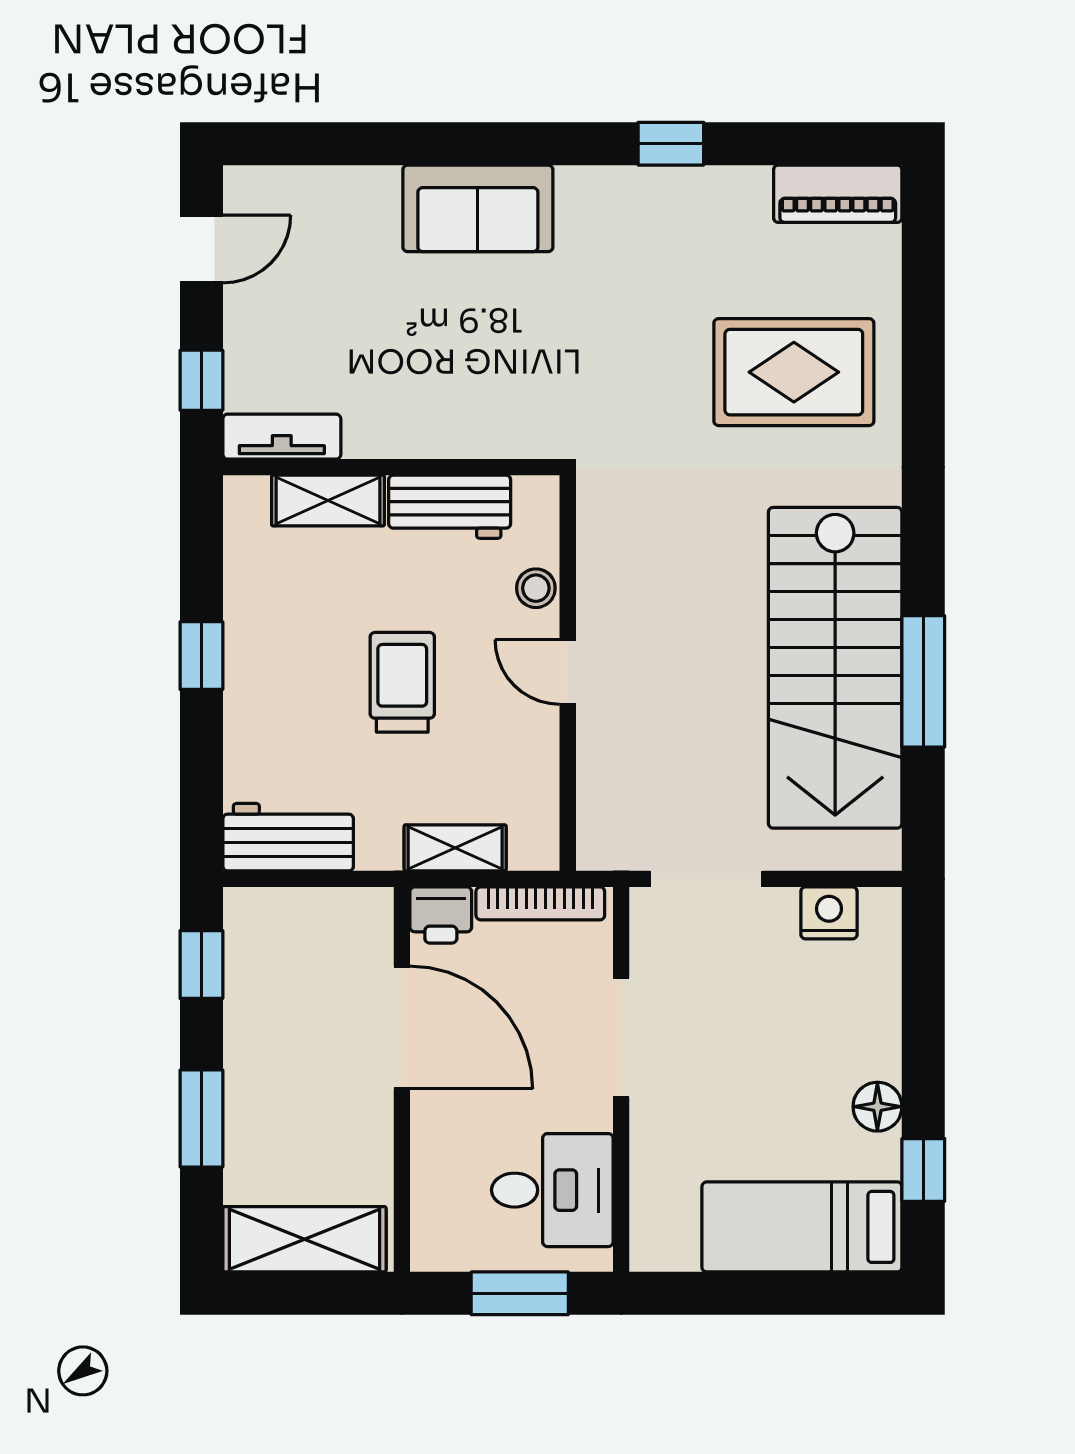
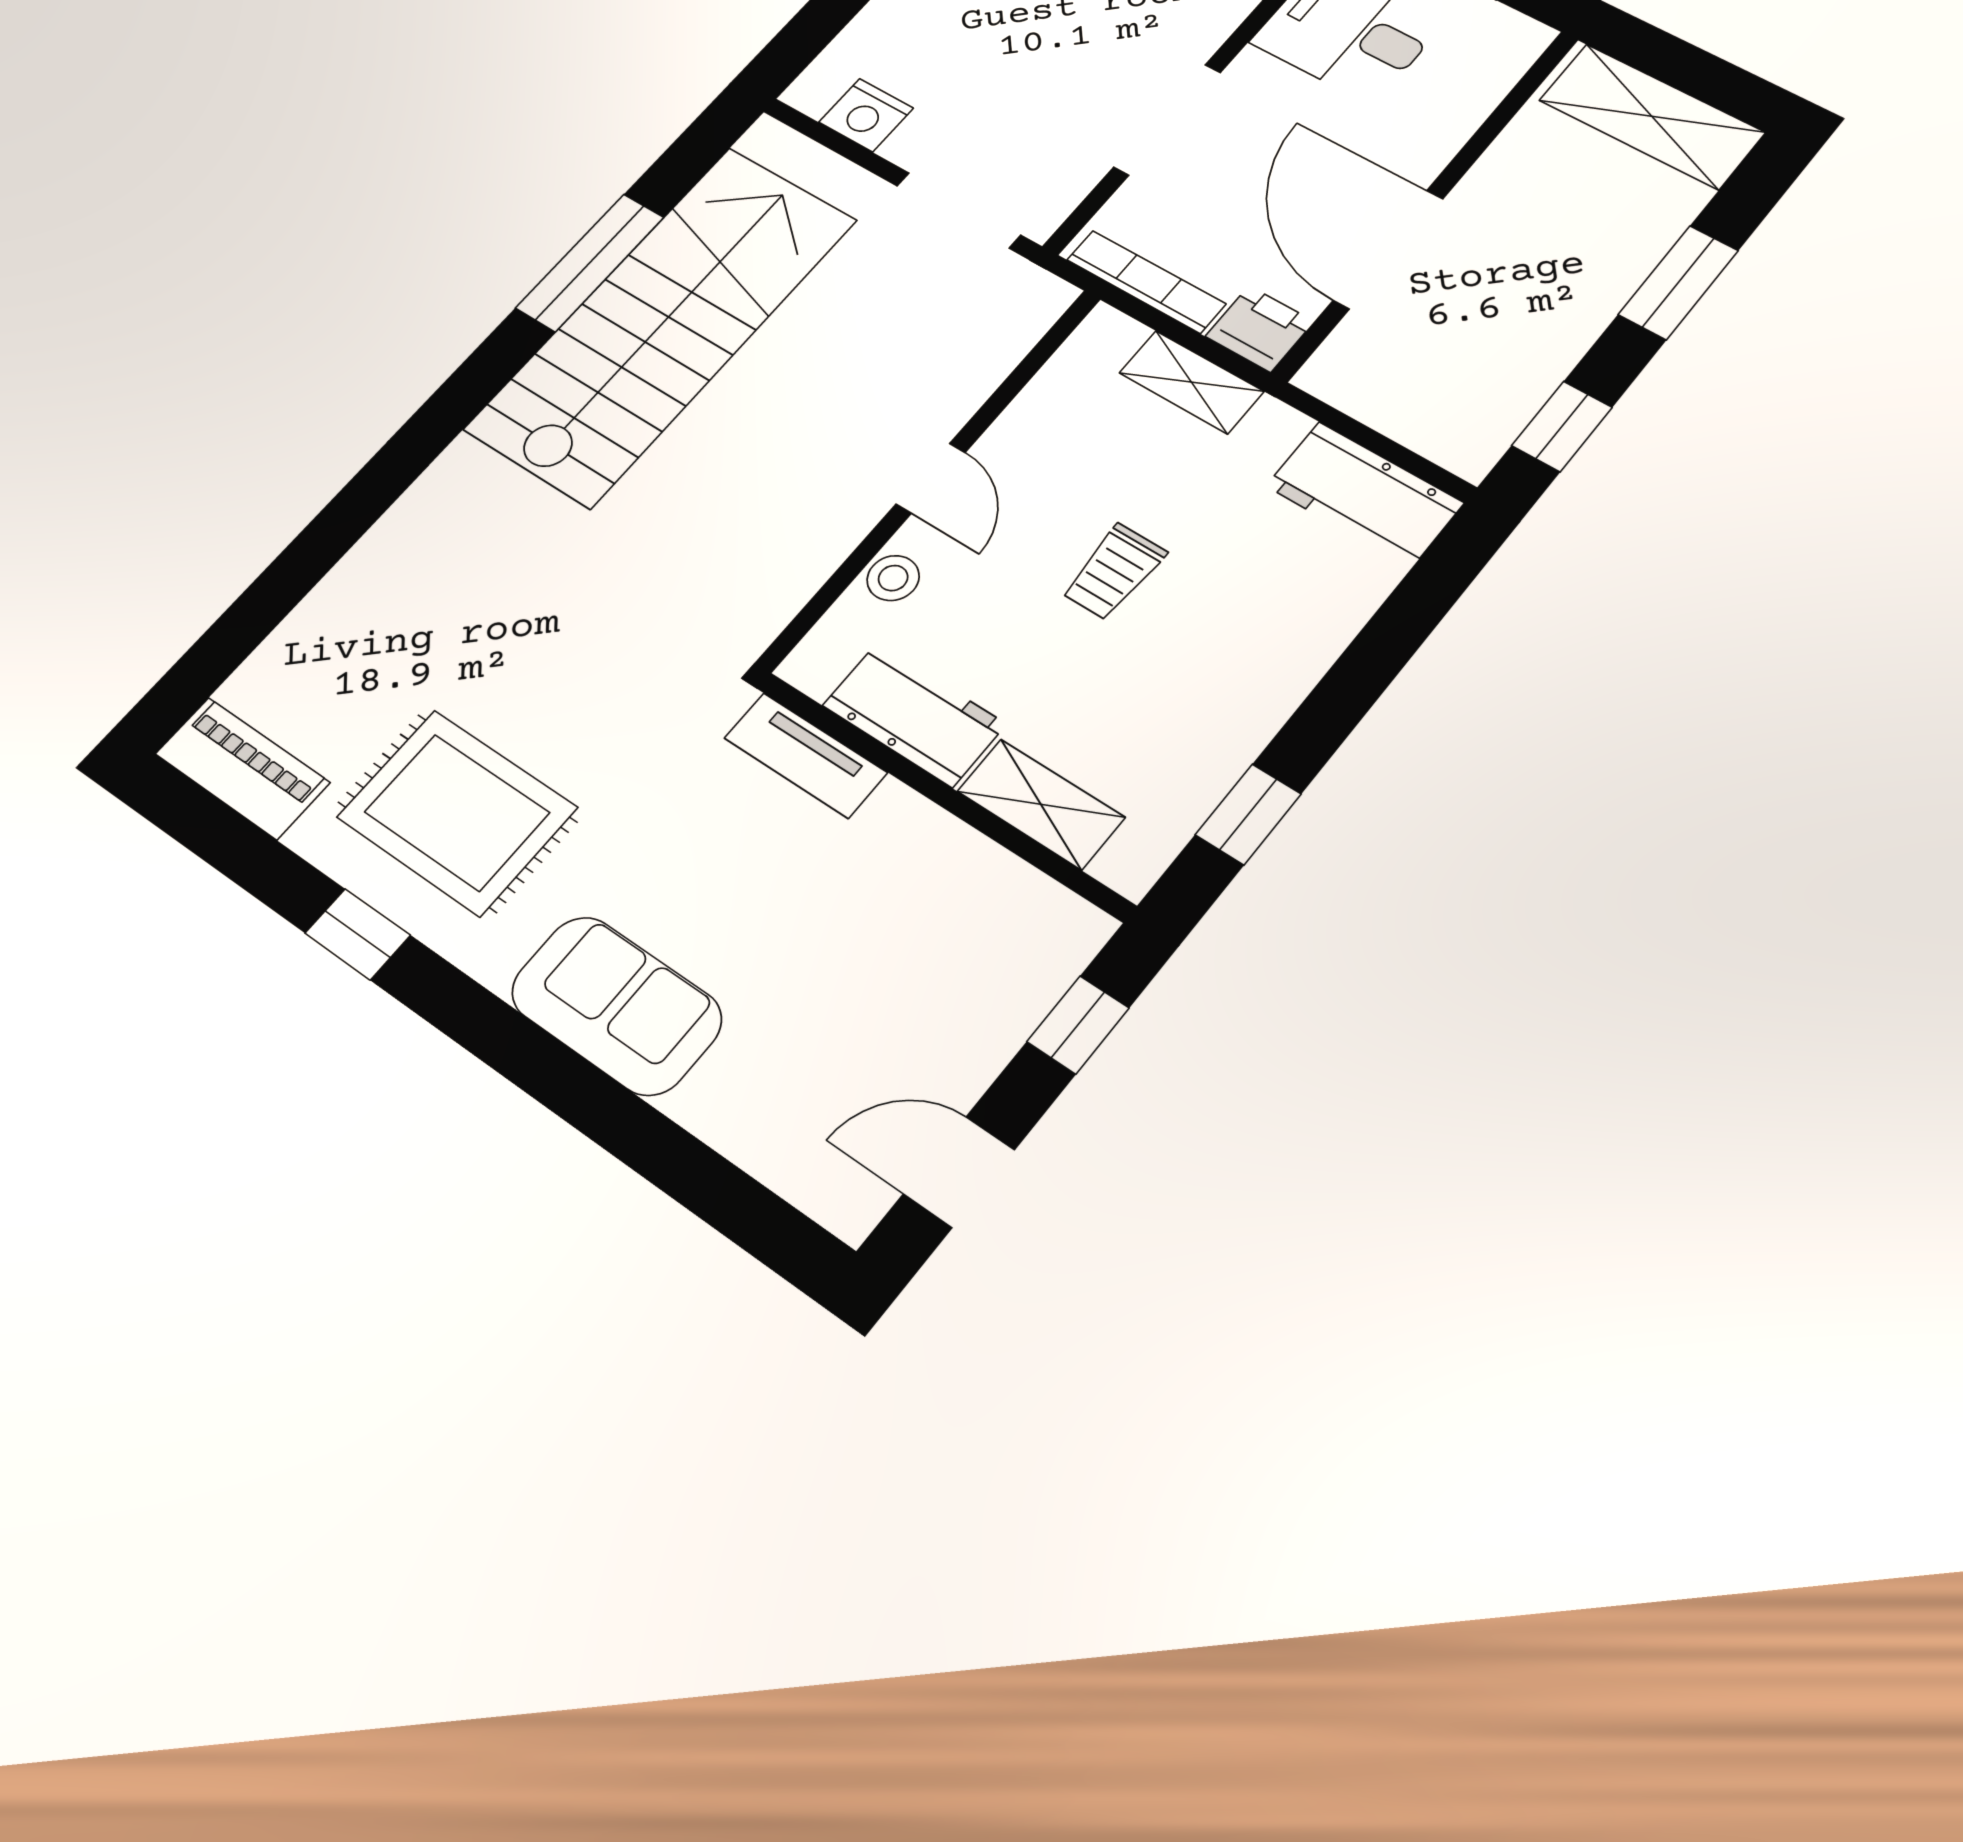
rug: (794, 372) -> (457, 812), moved
tv unit: (282, 437) -> (806, 755), moved
window: (201, 656) -> (1248, 814), moved
trolley: (402, 682) -> (1114, 572), width x0.73, depth x0.72

